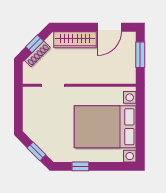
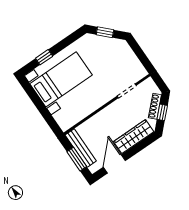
bench: (130, 62) -> (81, 148), added
bed with nightstands: (105, 127) -> (61, 79), width x0.73
window: (80, 166) -> (44, 57), moved

